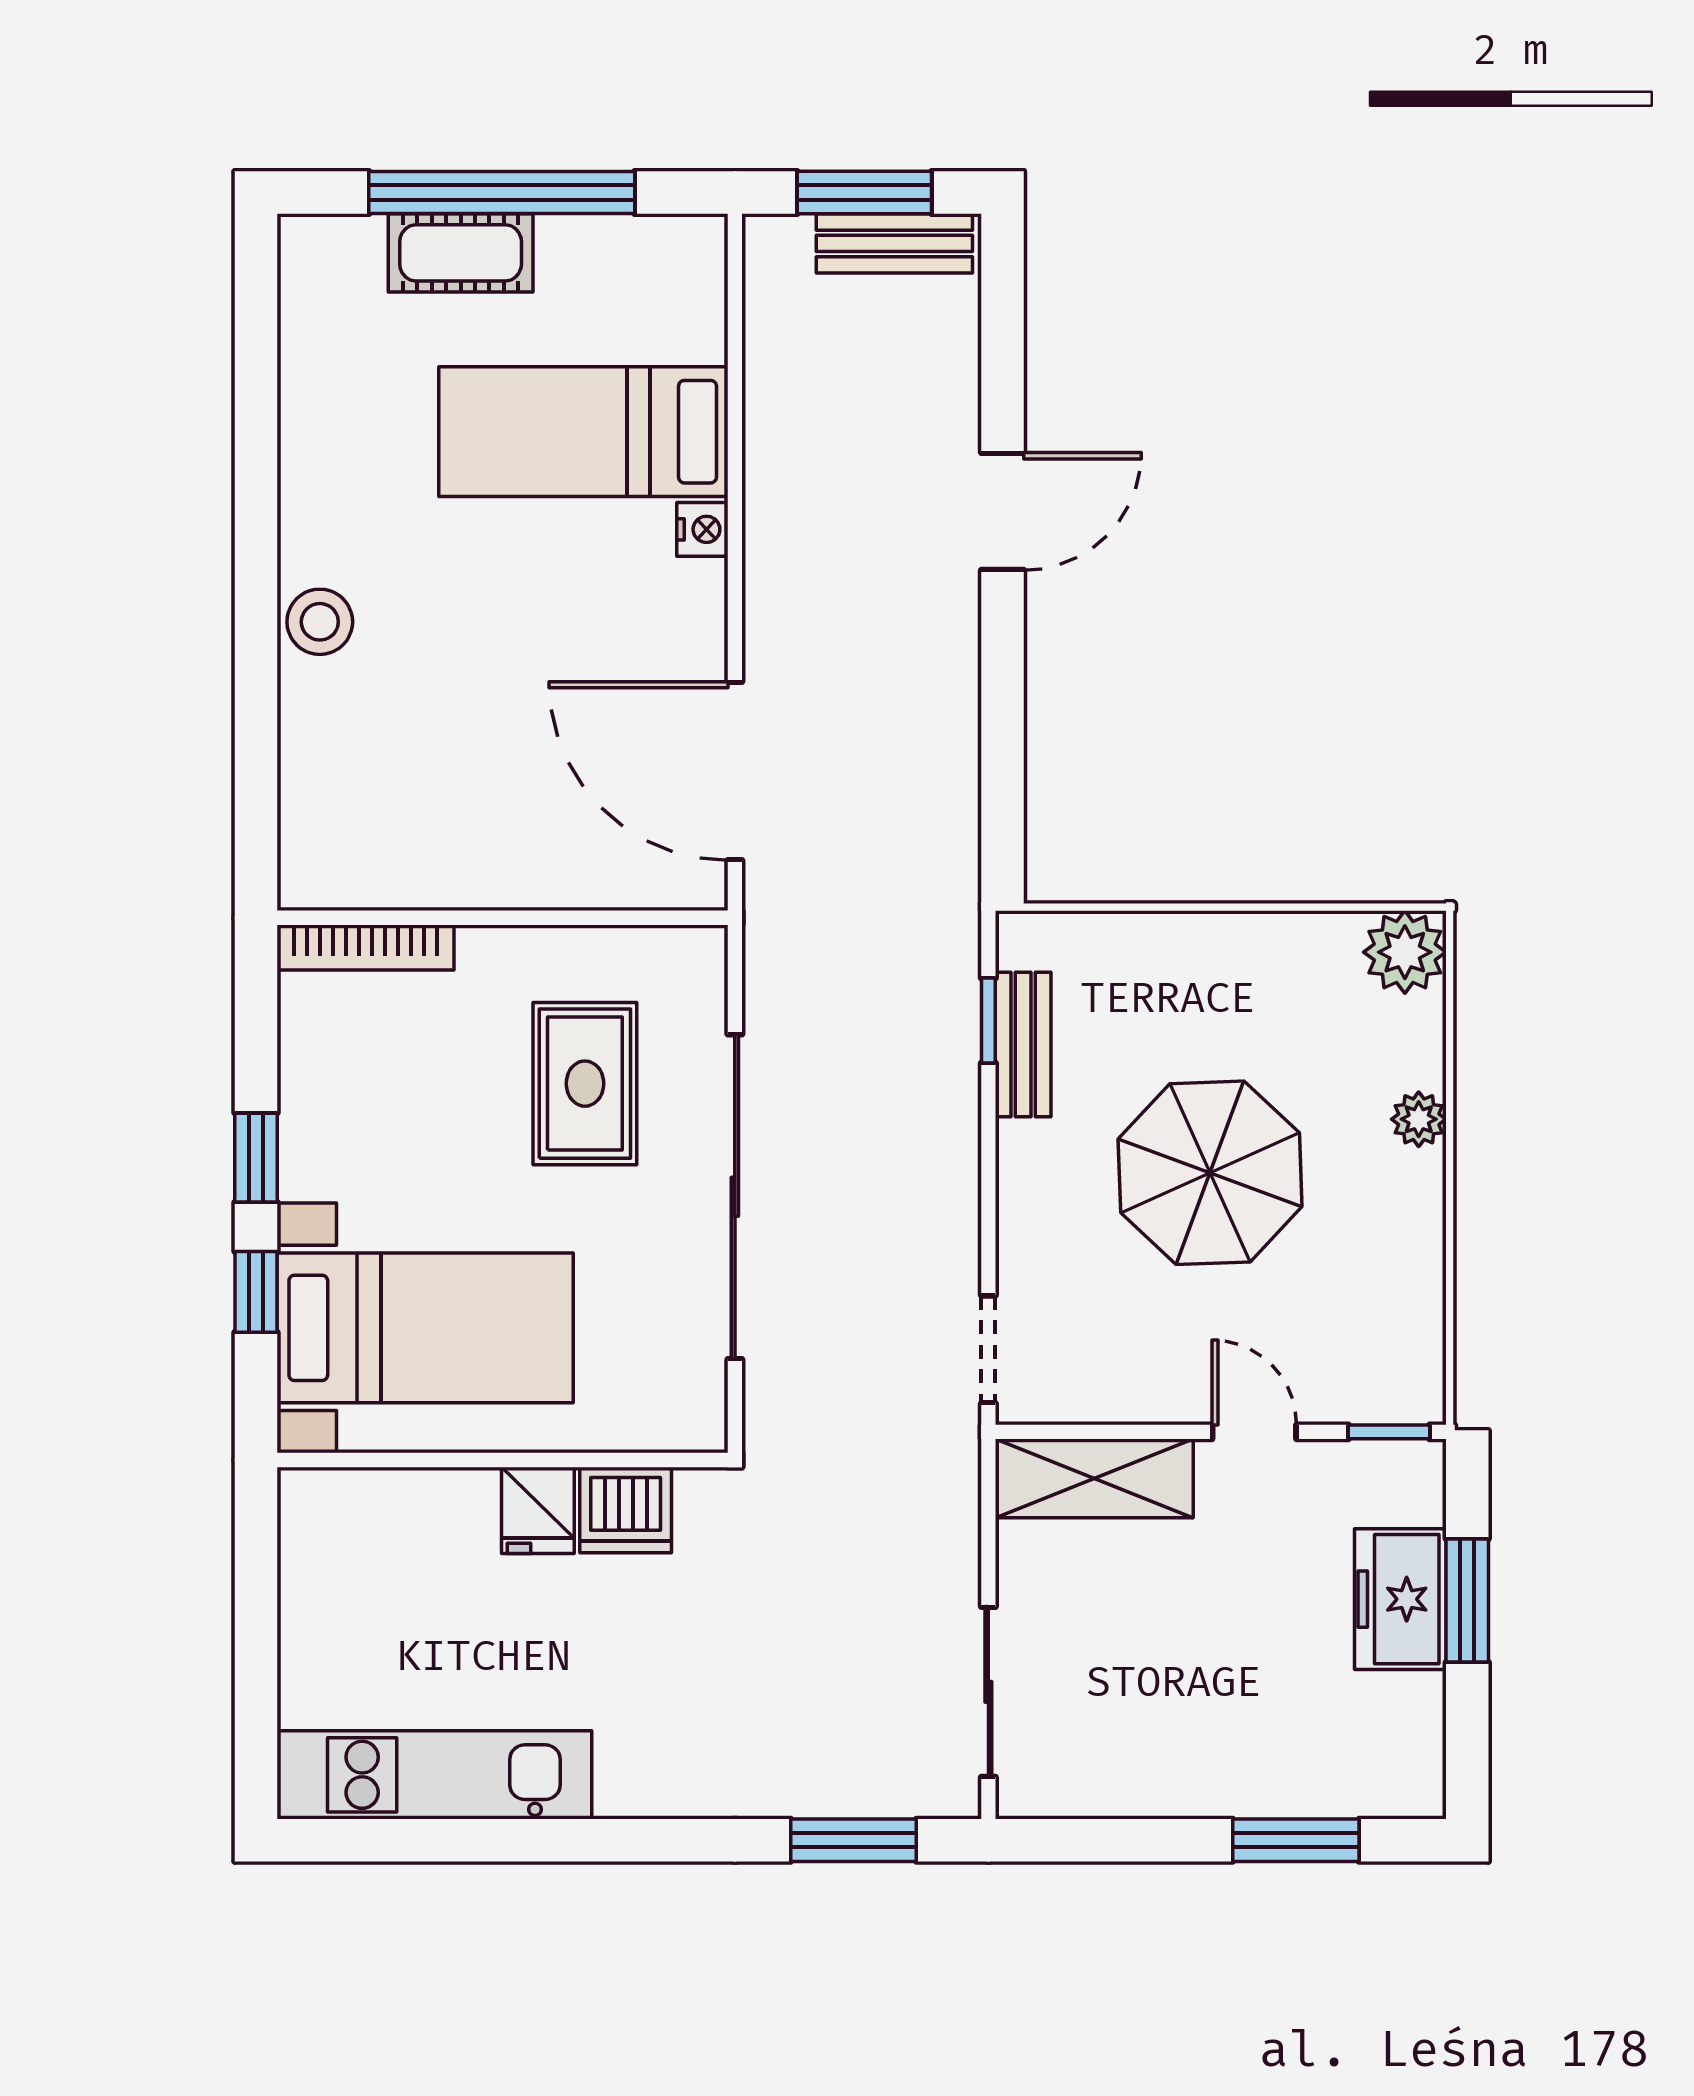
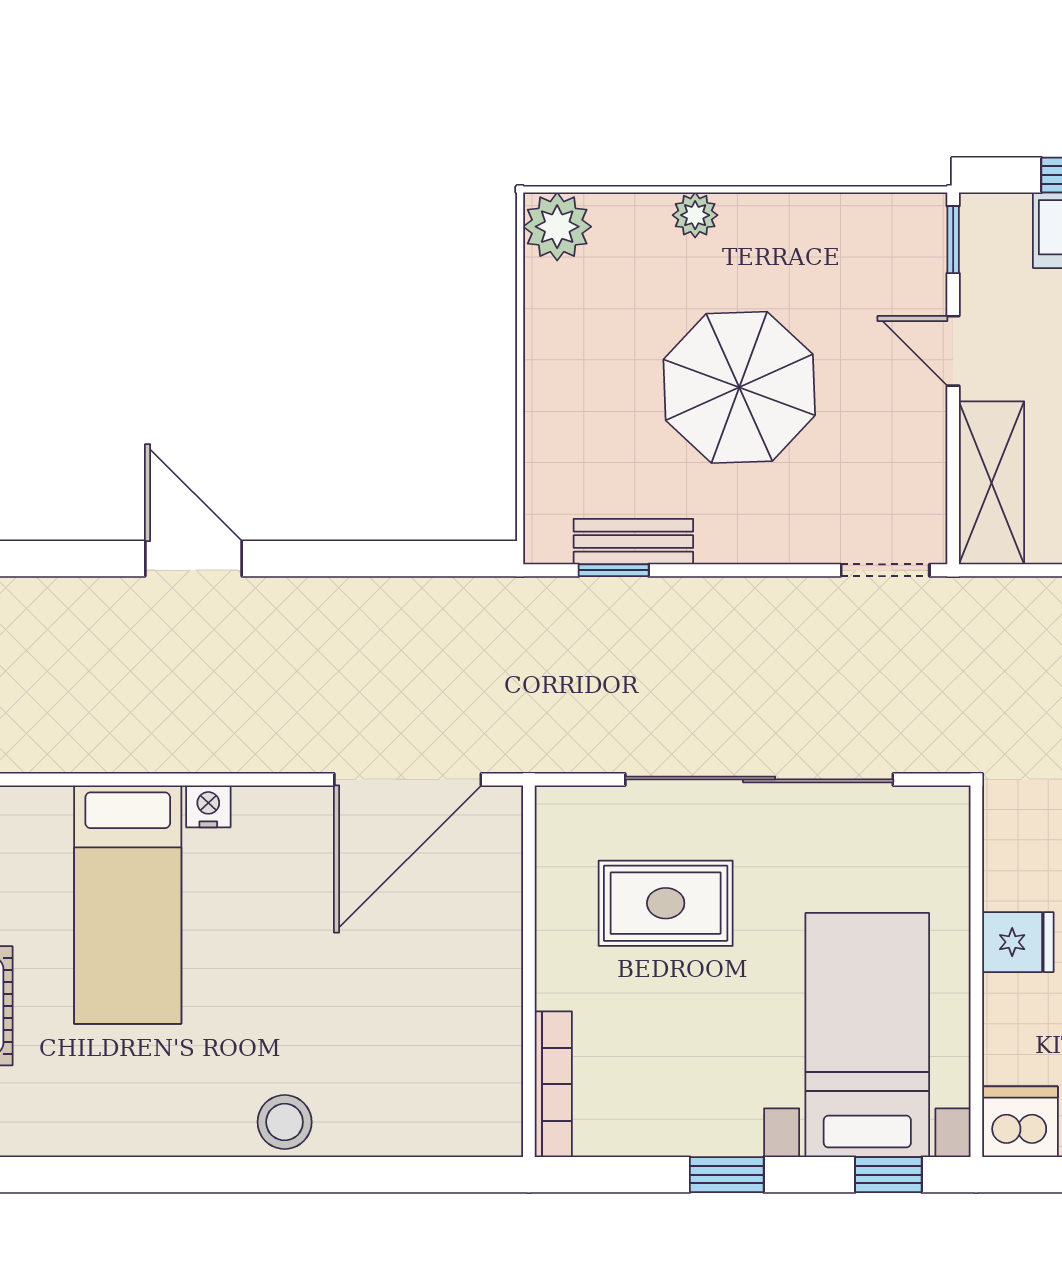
window: (256, 1292) -> (888, 1175), moved
door: (1254, 1432) -> (953, 351), hinge flipped
dishwasher: (626, 1510) -> (1020, 1122), moved, turned -90

